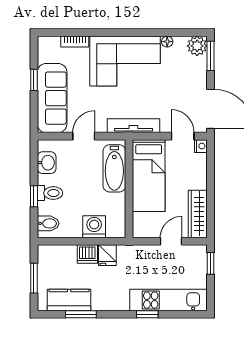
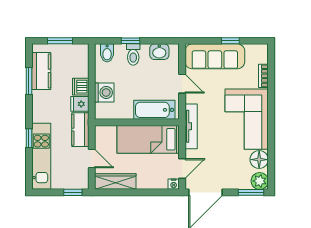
floor lamp: (167, 42) -> (259, 160), width x1.89, depth x1.89
kitchen counter: (137, 255) -> (80, 130), added

